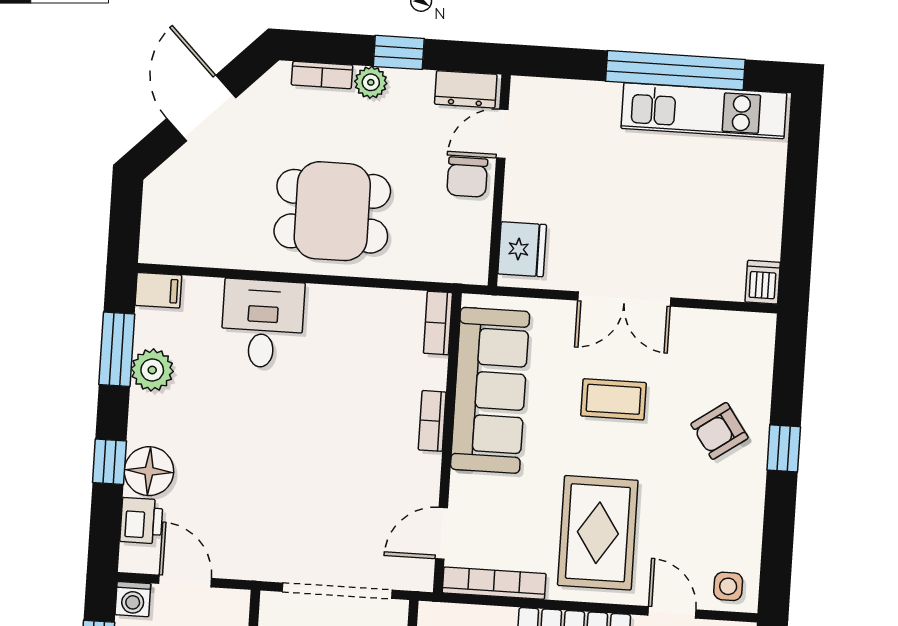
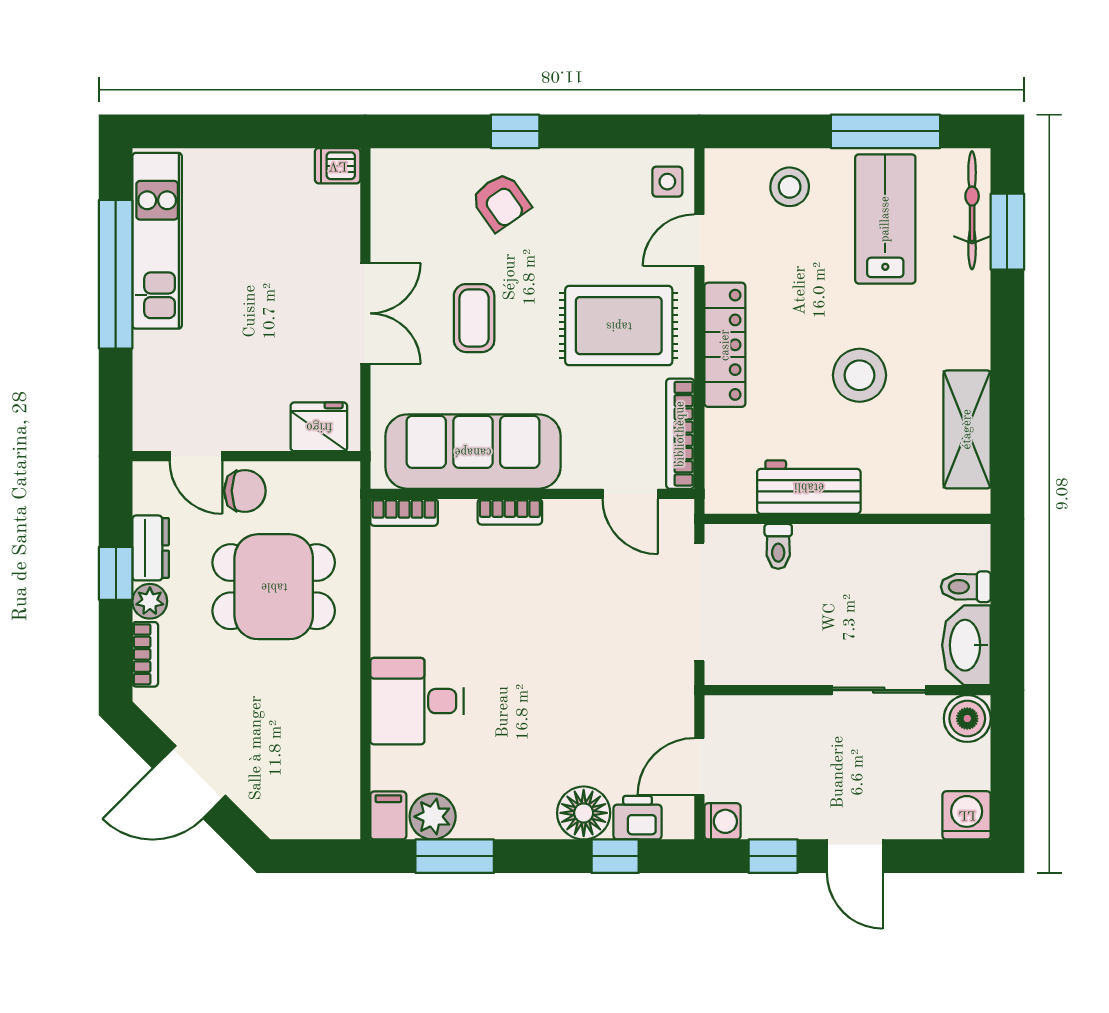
dresser: (466, 89) -> (151, 548), moved
dining table: (332, 211) -> (274, 587), moved, turned 90
plant: (152, 370) -> (433, 817), moved
window: (109, 462) -> (615, 856), moved

